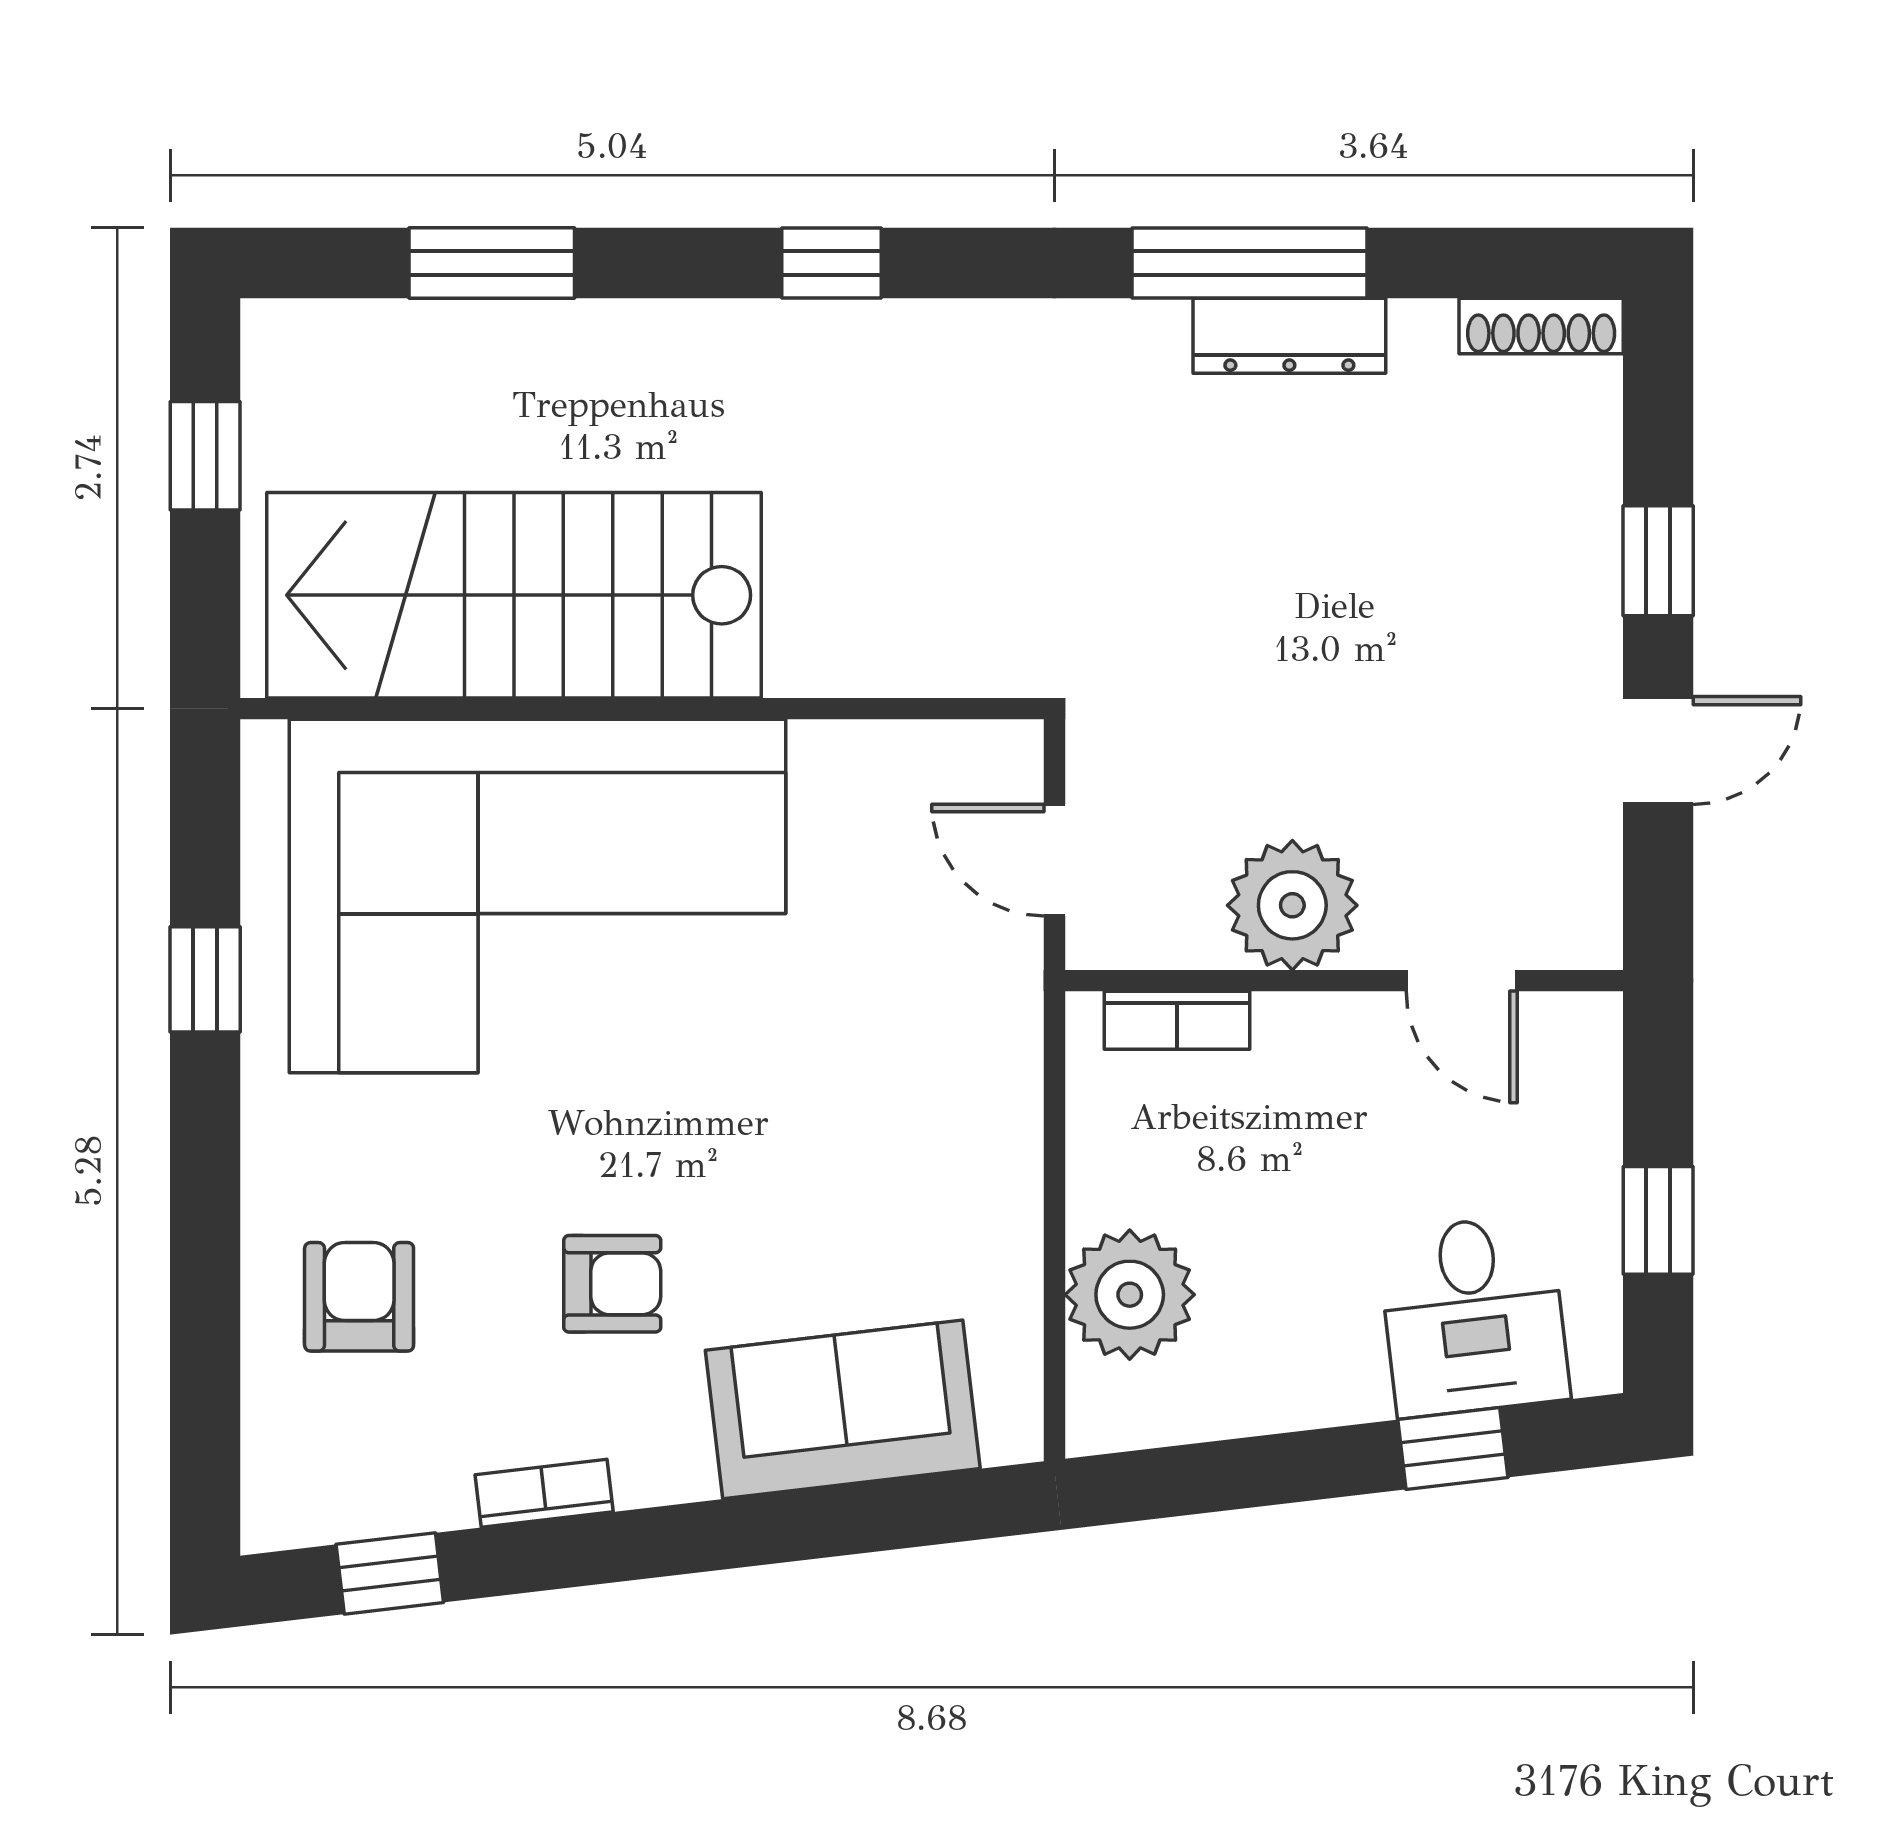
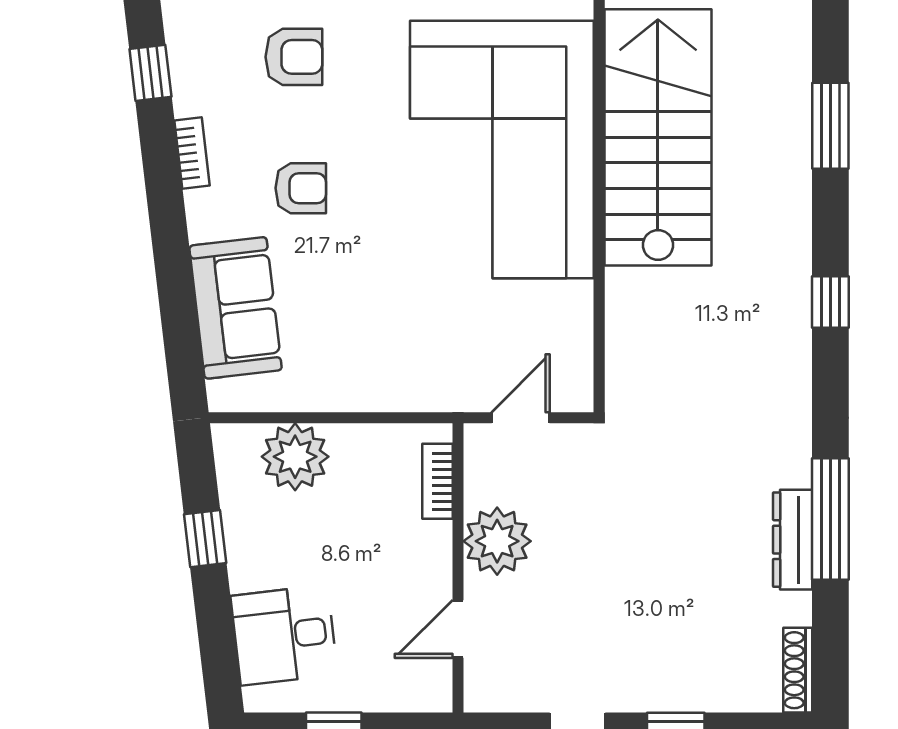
armchair: (612, 1284) -> (301, 188), turned -90
window: (1453, 1448) -> (205, 539), moved

